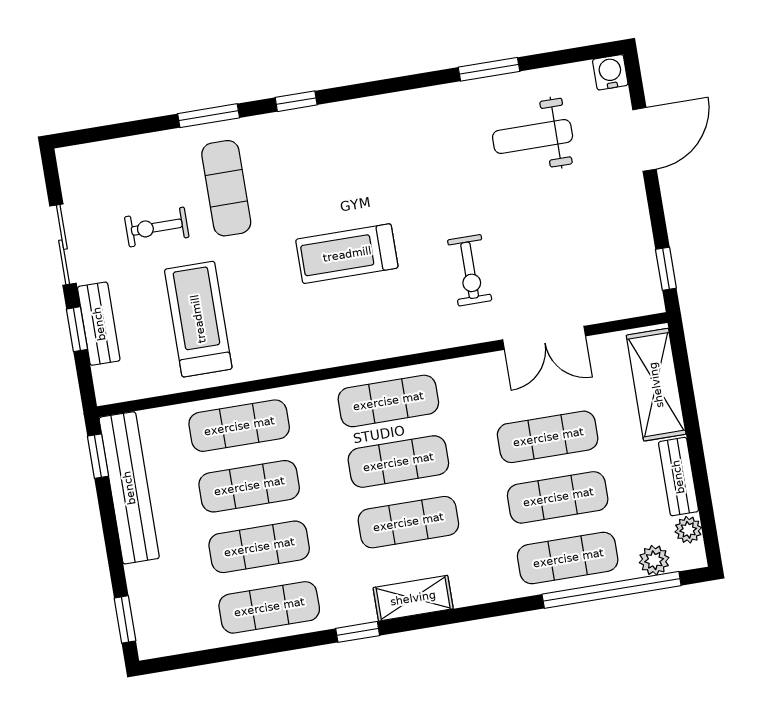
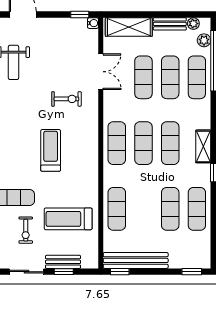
treadmill: (347, 254) -> (51, 150), turned 180
water cooler: (652, 302) -> (93, 23), added
exercise mat: (249, 486) -> (143, 209), removed

